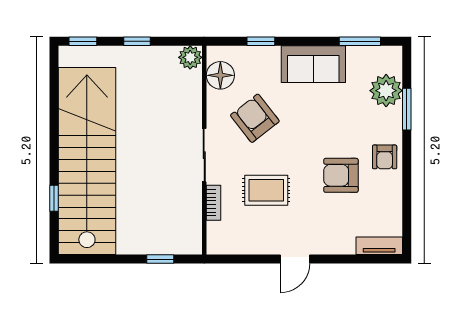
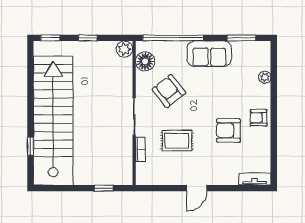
window: (261, 41) -> (173, 38), width x3.17
plant: (386, 91) -> (265, 77), width x0.53, depth x0.53
window: (407, 109) -> (274, 85), removed
armchair: (385, 157) -> (258, 118), turned 90

